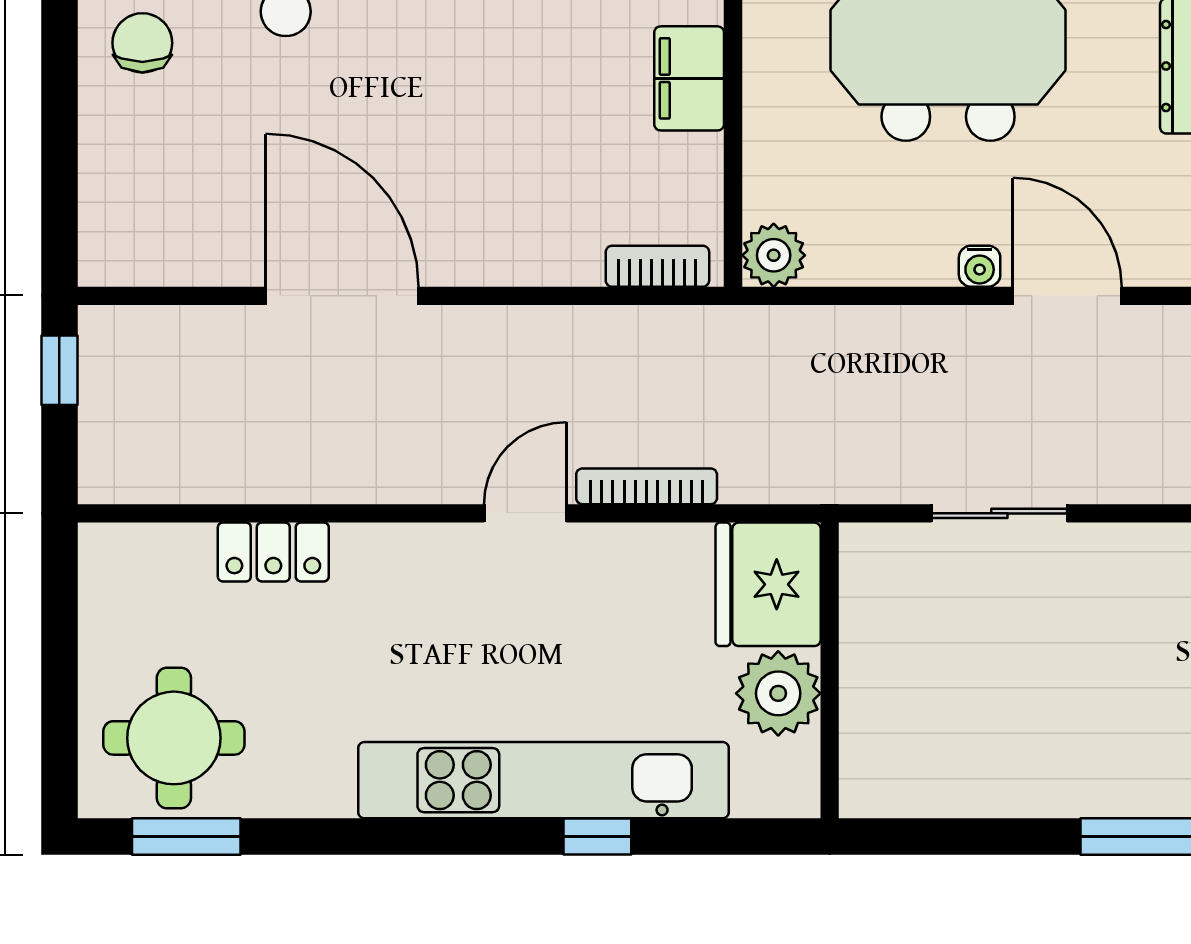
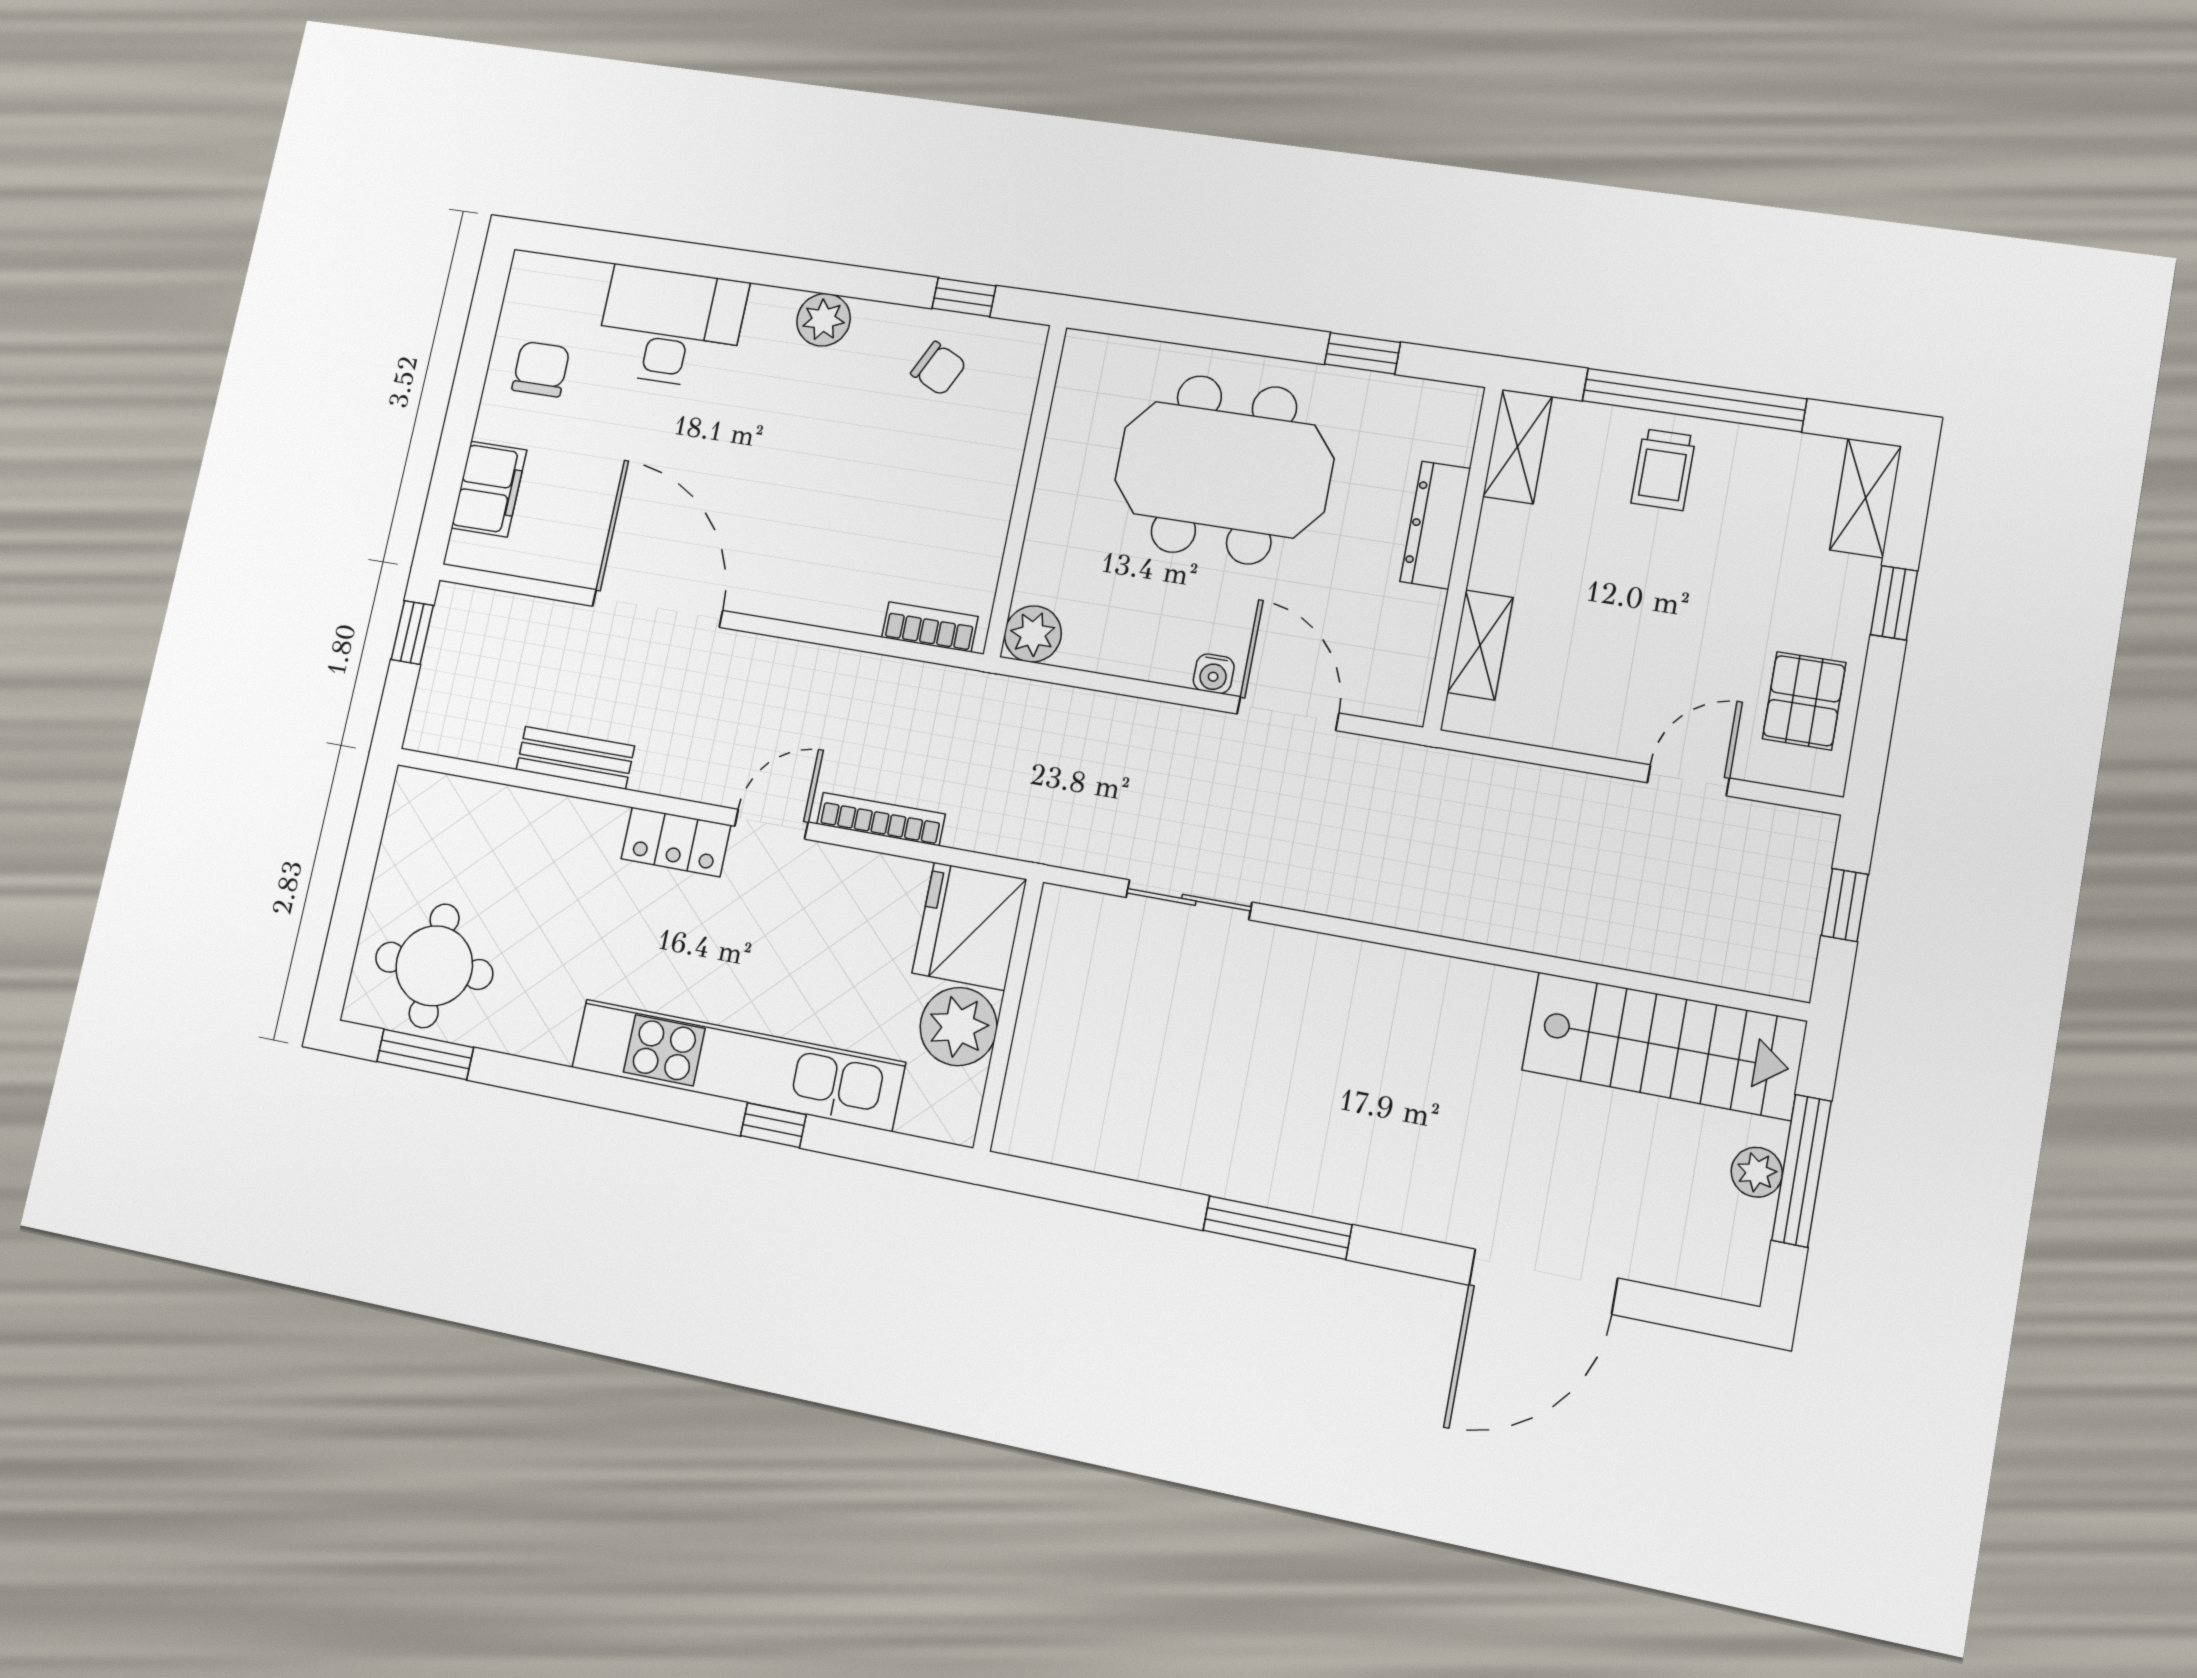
filing cabinet: (689, 78) -> (489, 489), moved, turned 180
bench: (285, 479) -> (575, 758), added
locker: (273, 552) -> (676, 842), moved

